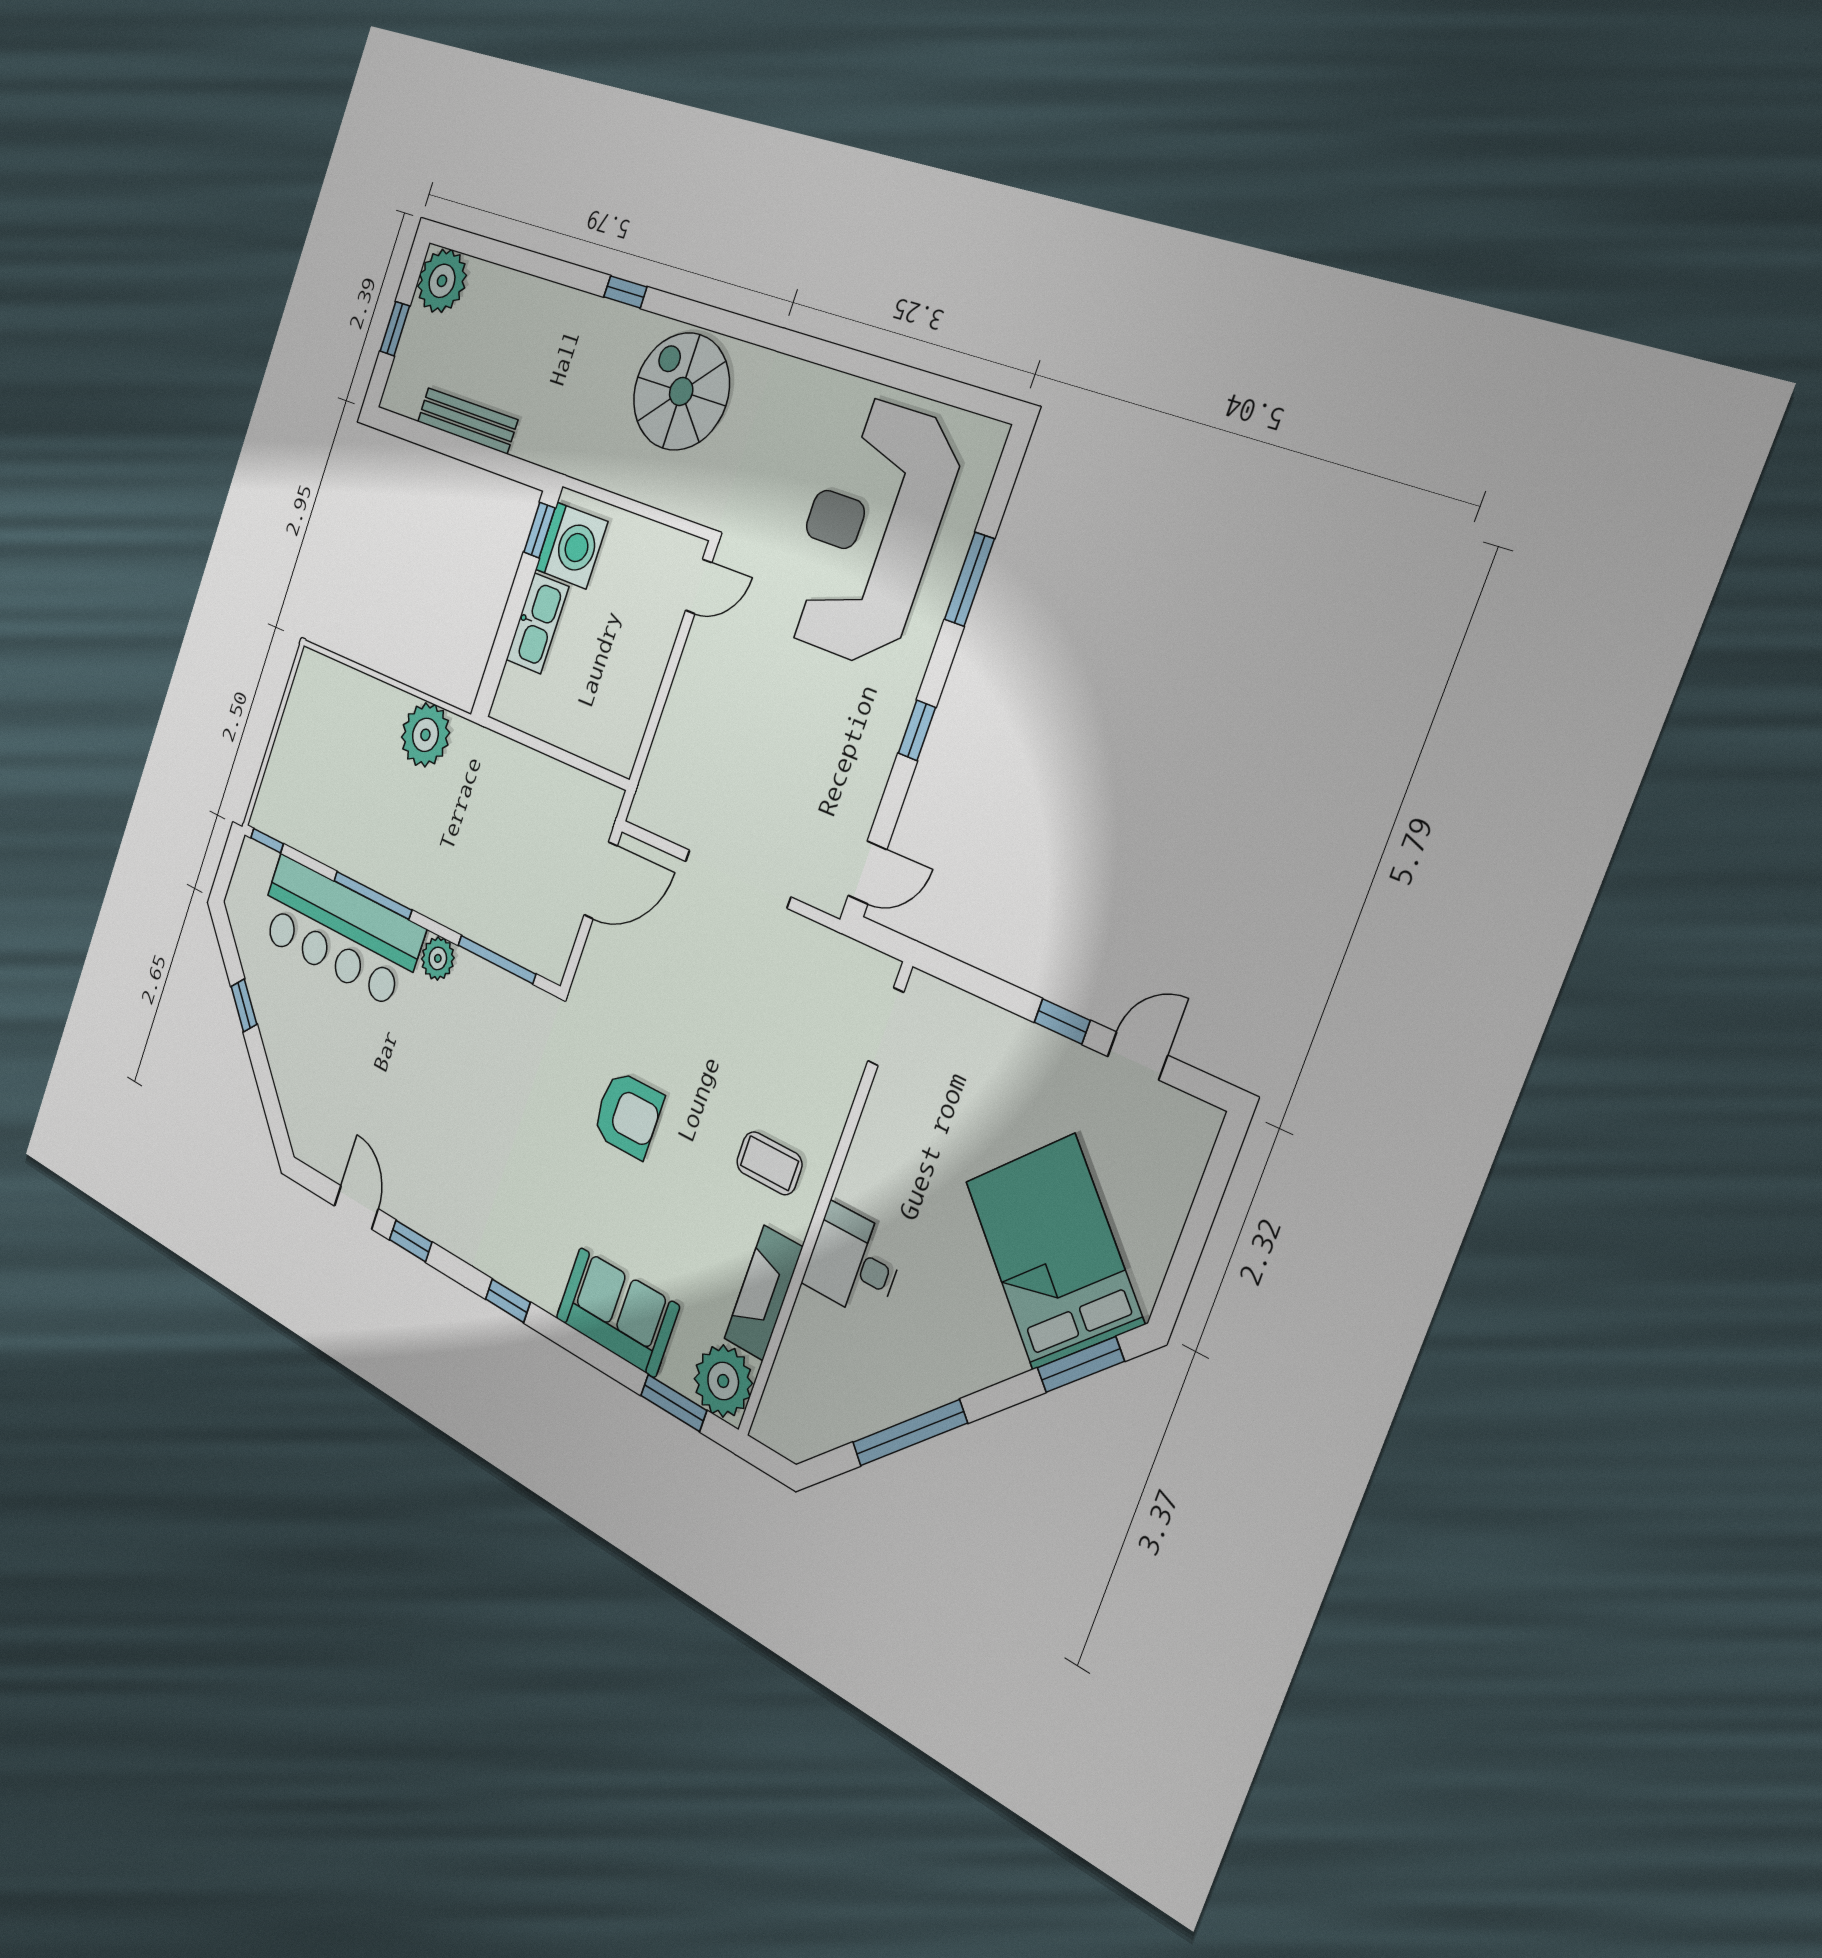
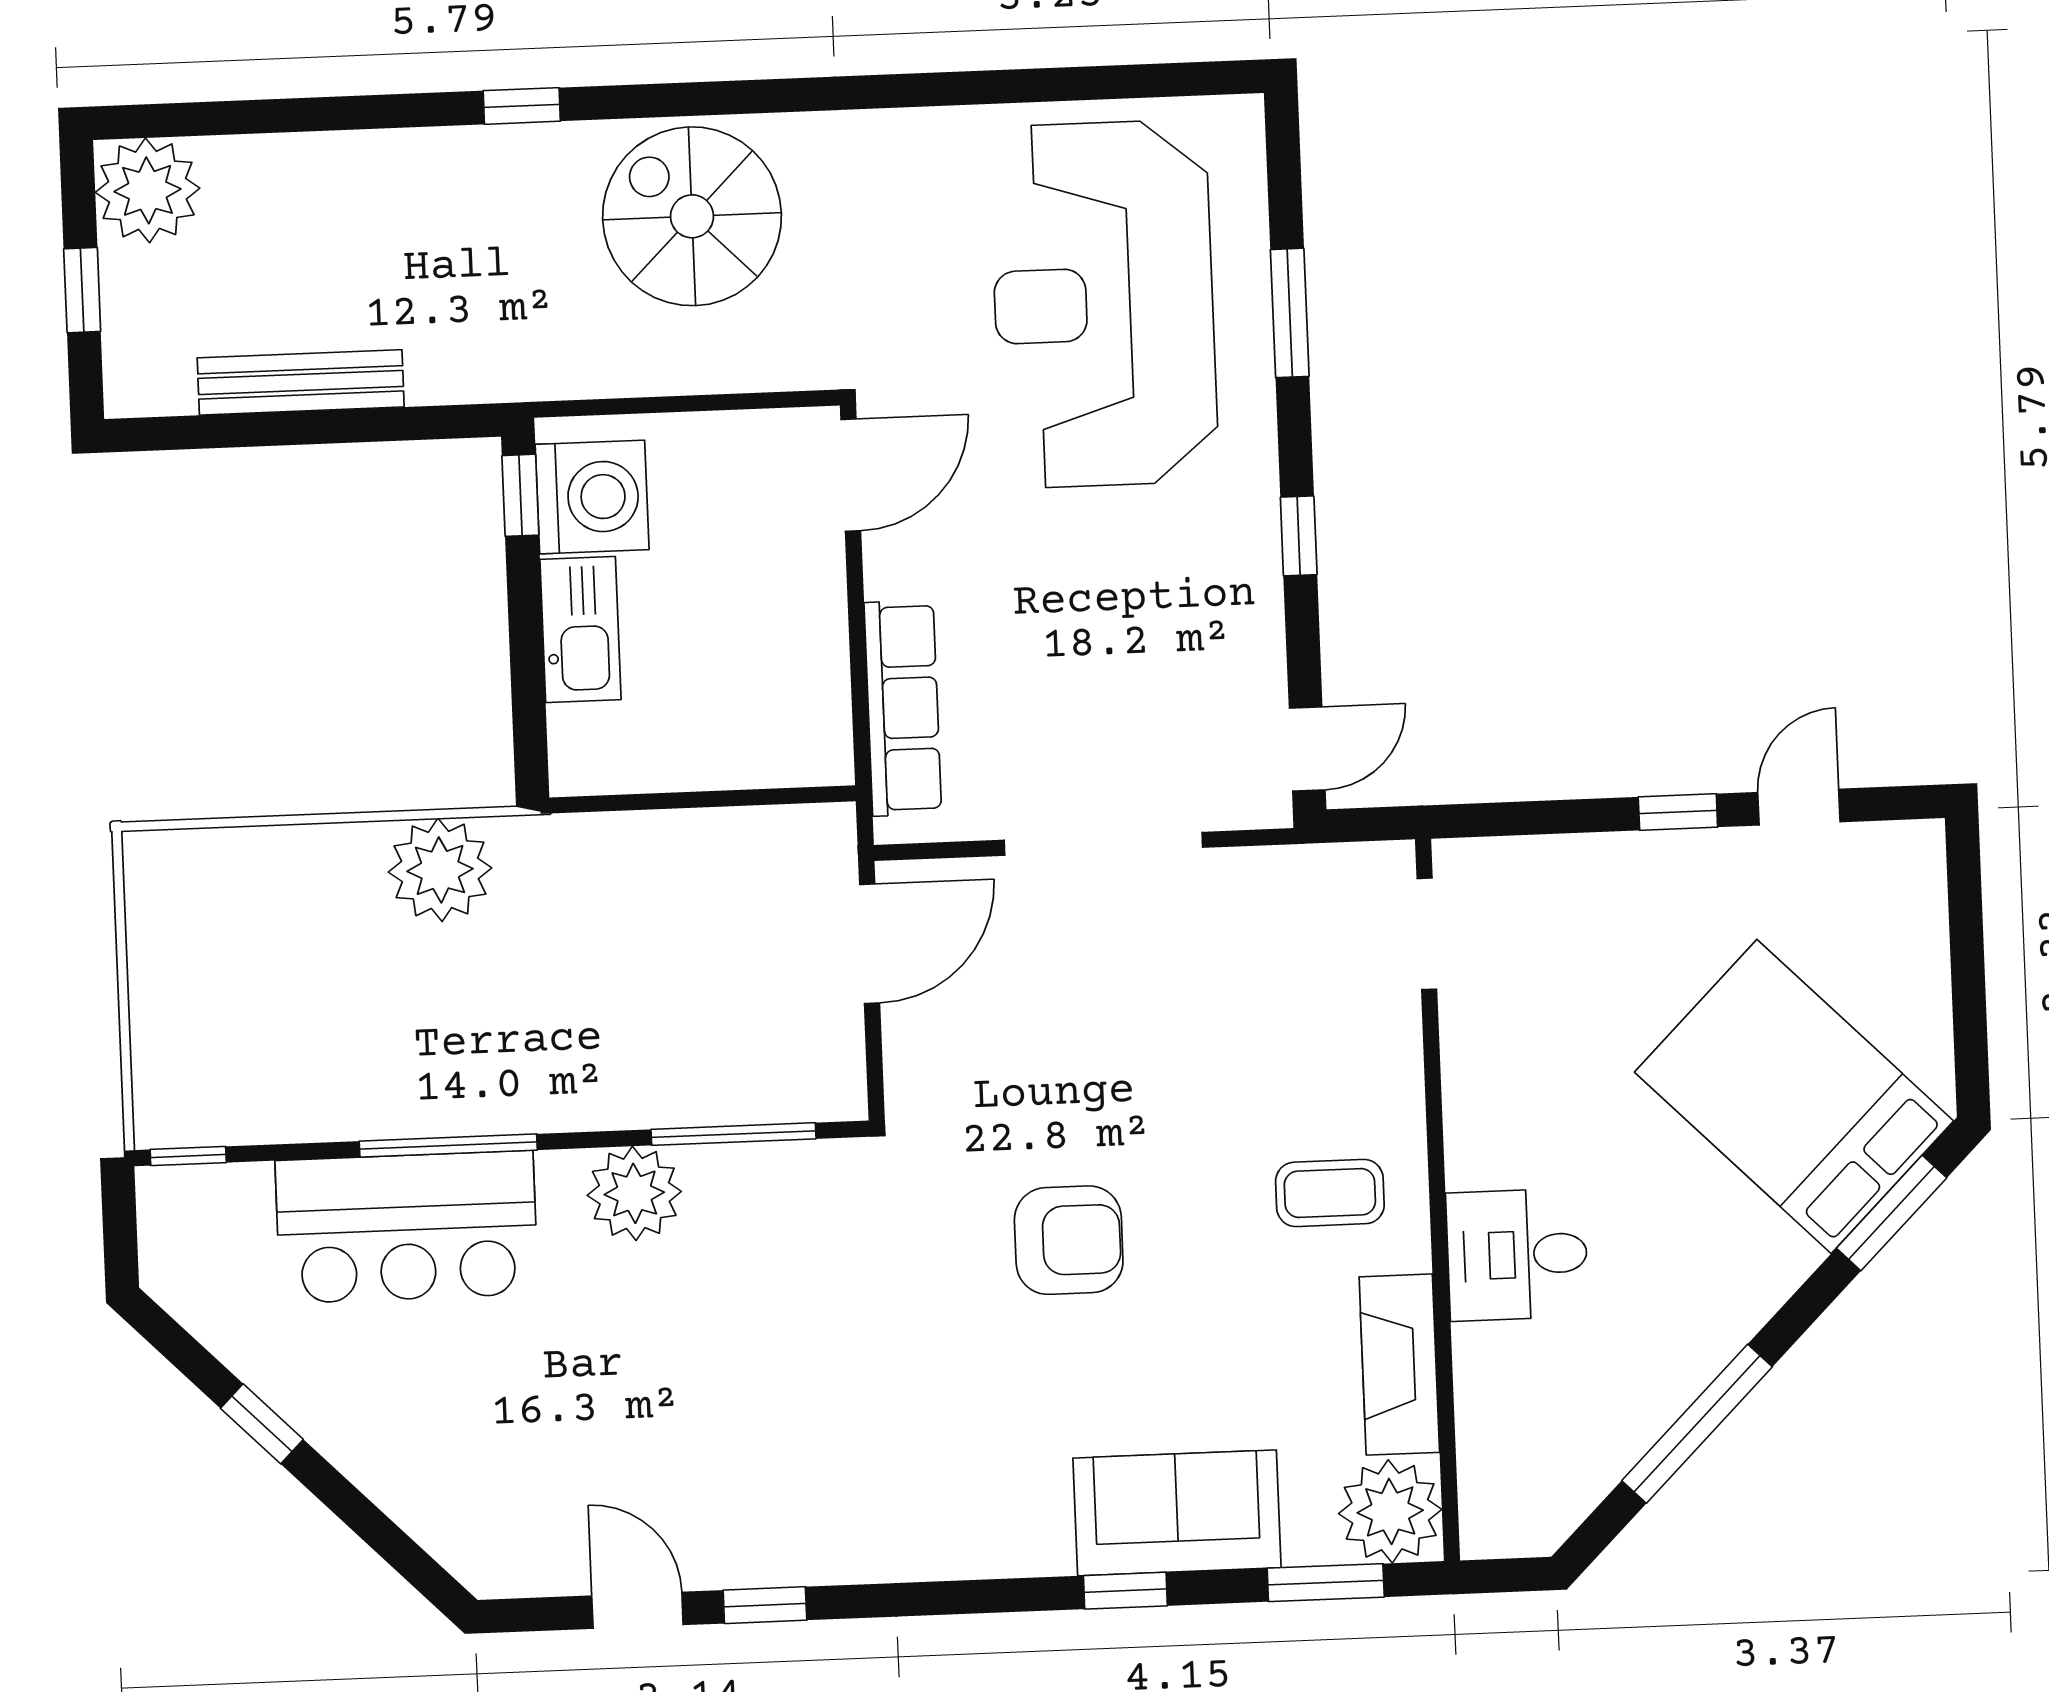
door: (699, 586) -> (851, 475), width x1.38
row of seats: (670, 744) -> (903, 708), added
bar counter: (339, 931) -> (407, 1227), width x0.73
plant: (438, 958) -> (634, 1193), width x1.36, depth x1.36
window: (508, 1301) -> (1125, 1591), moved

